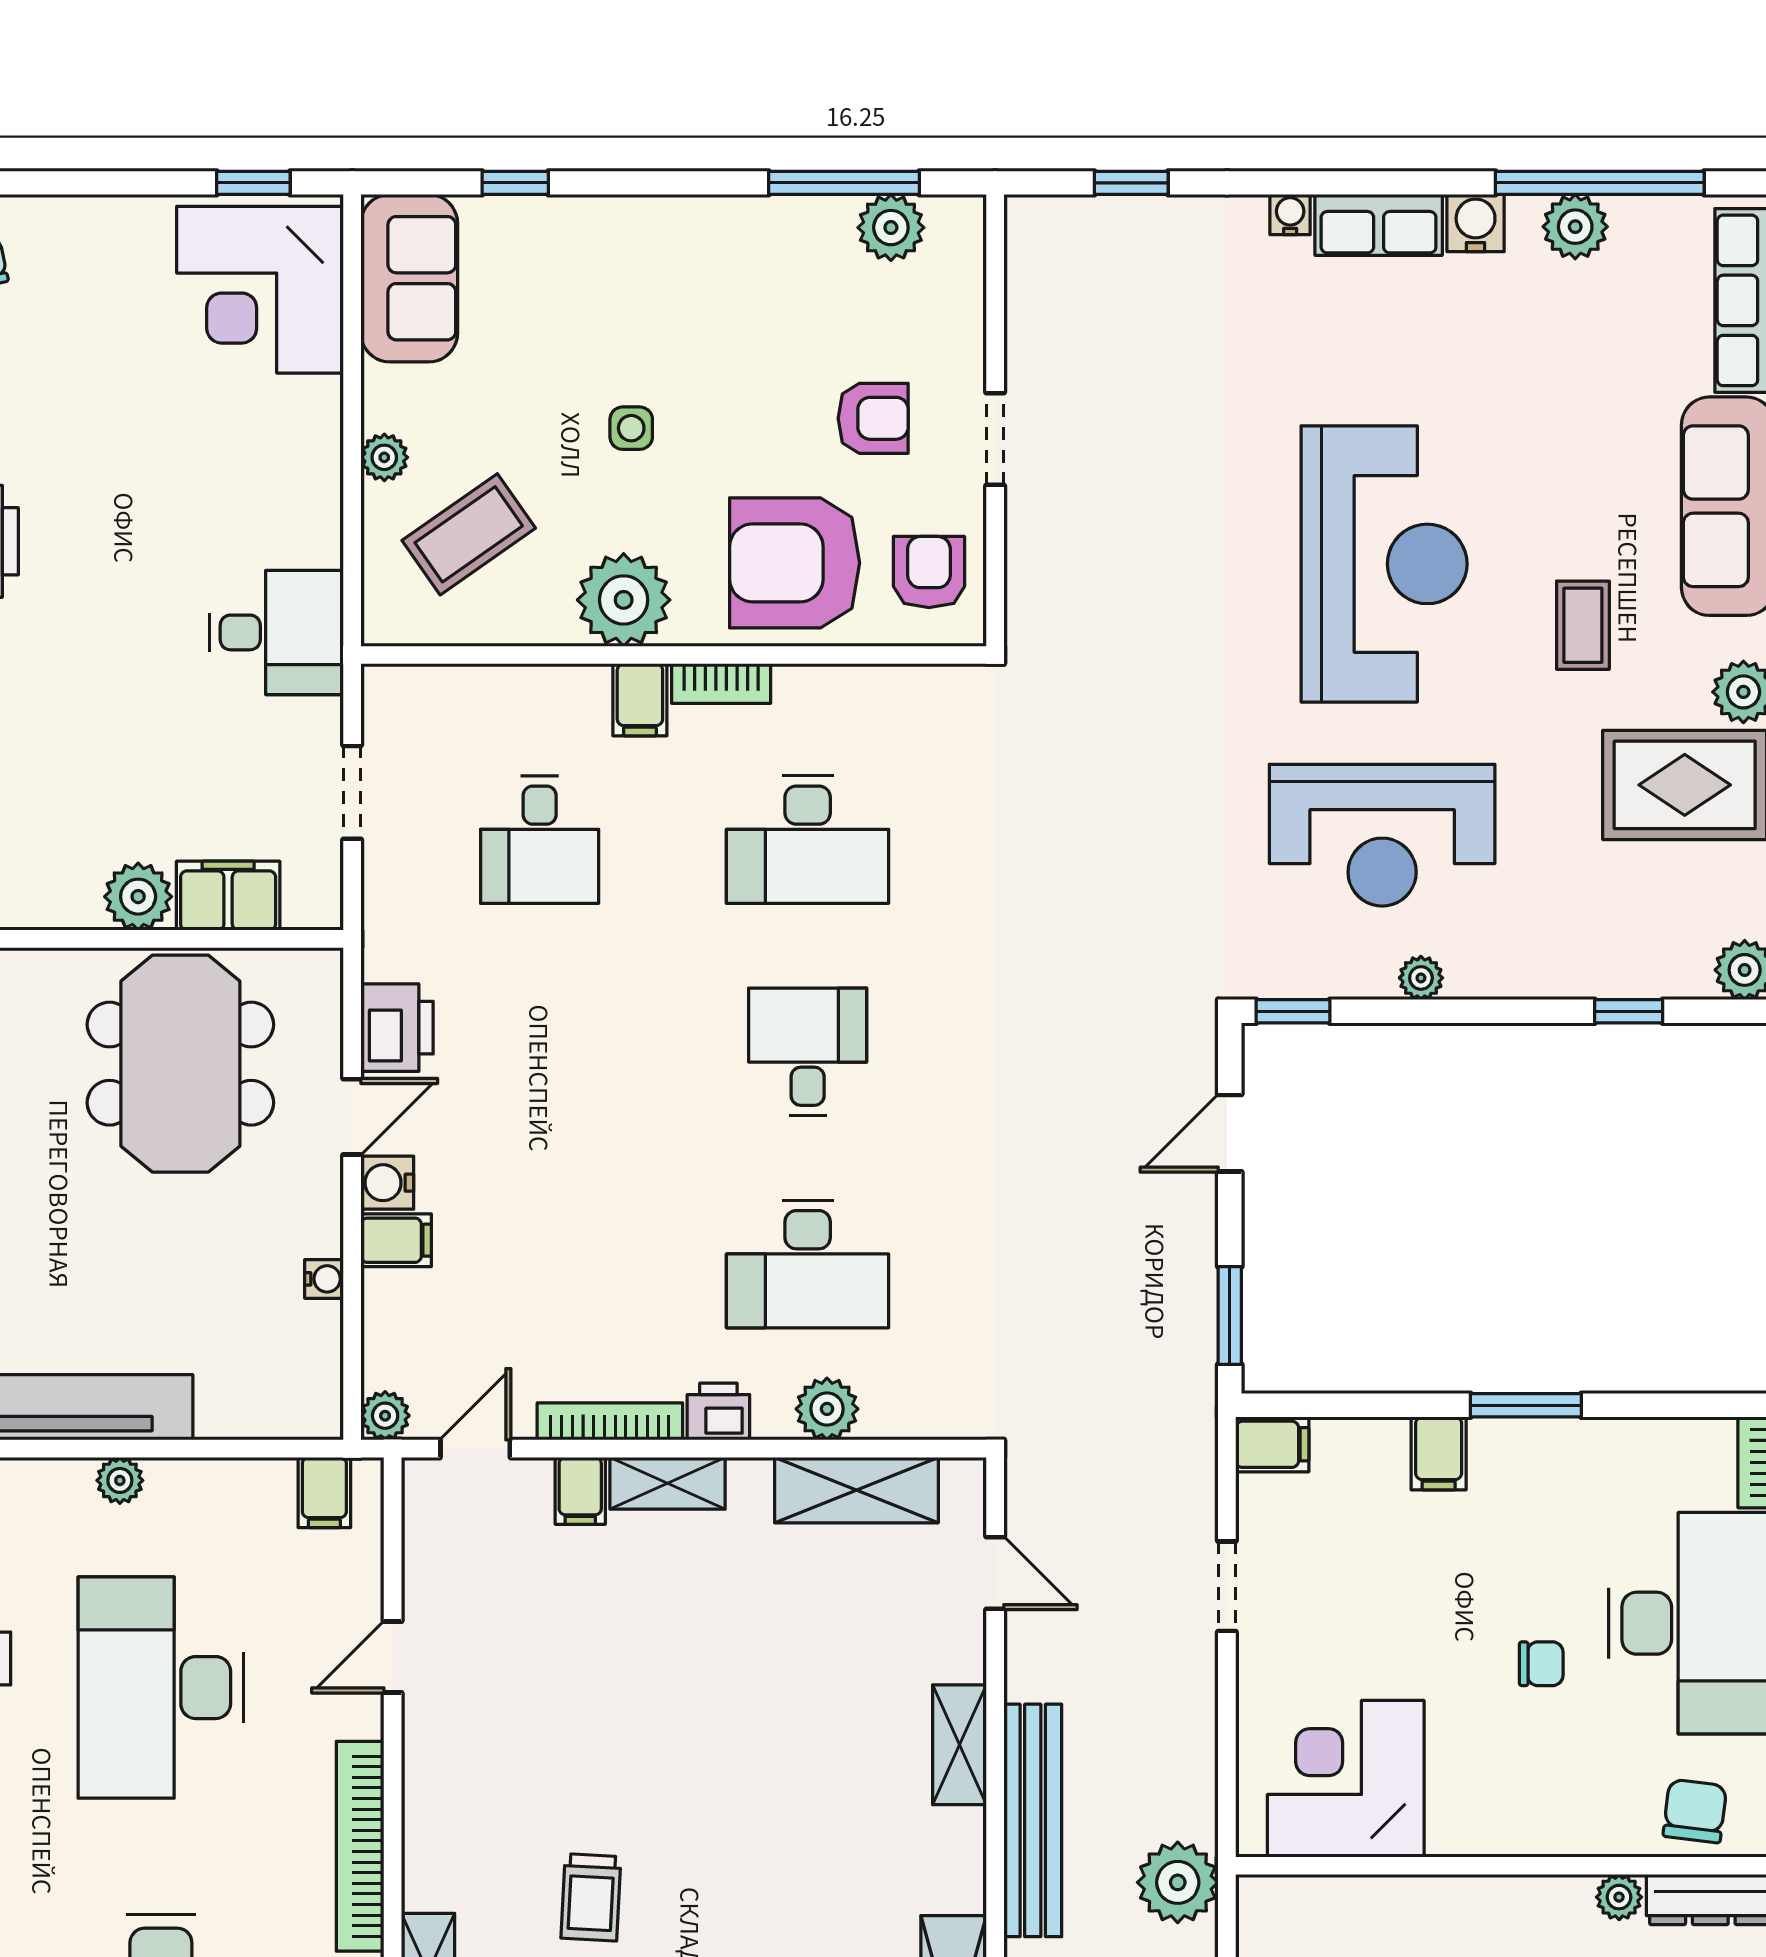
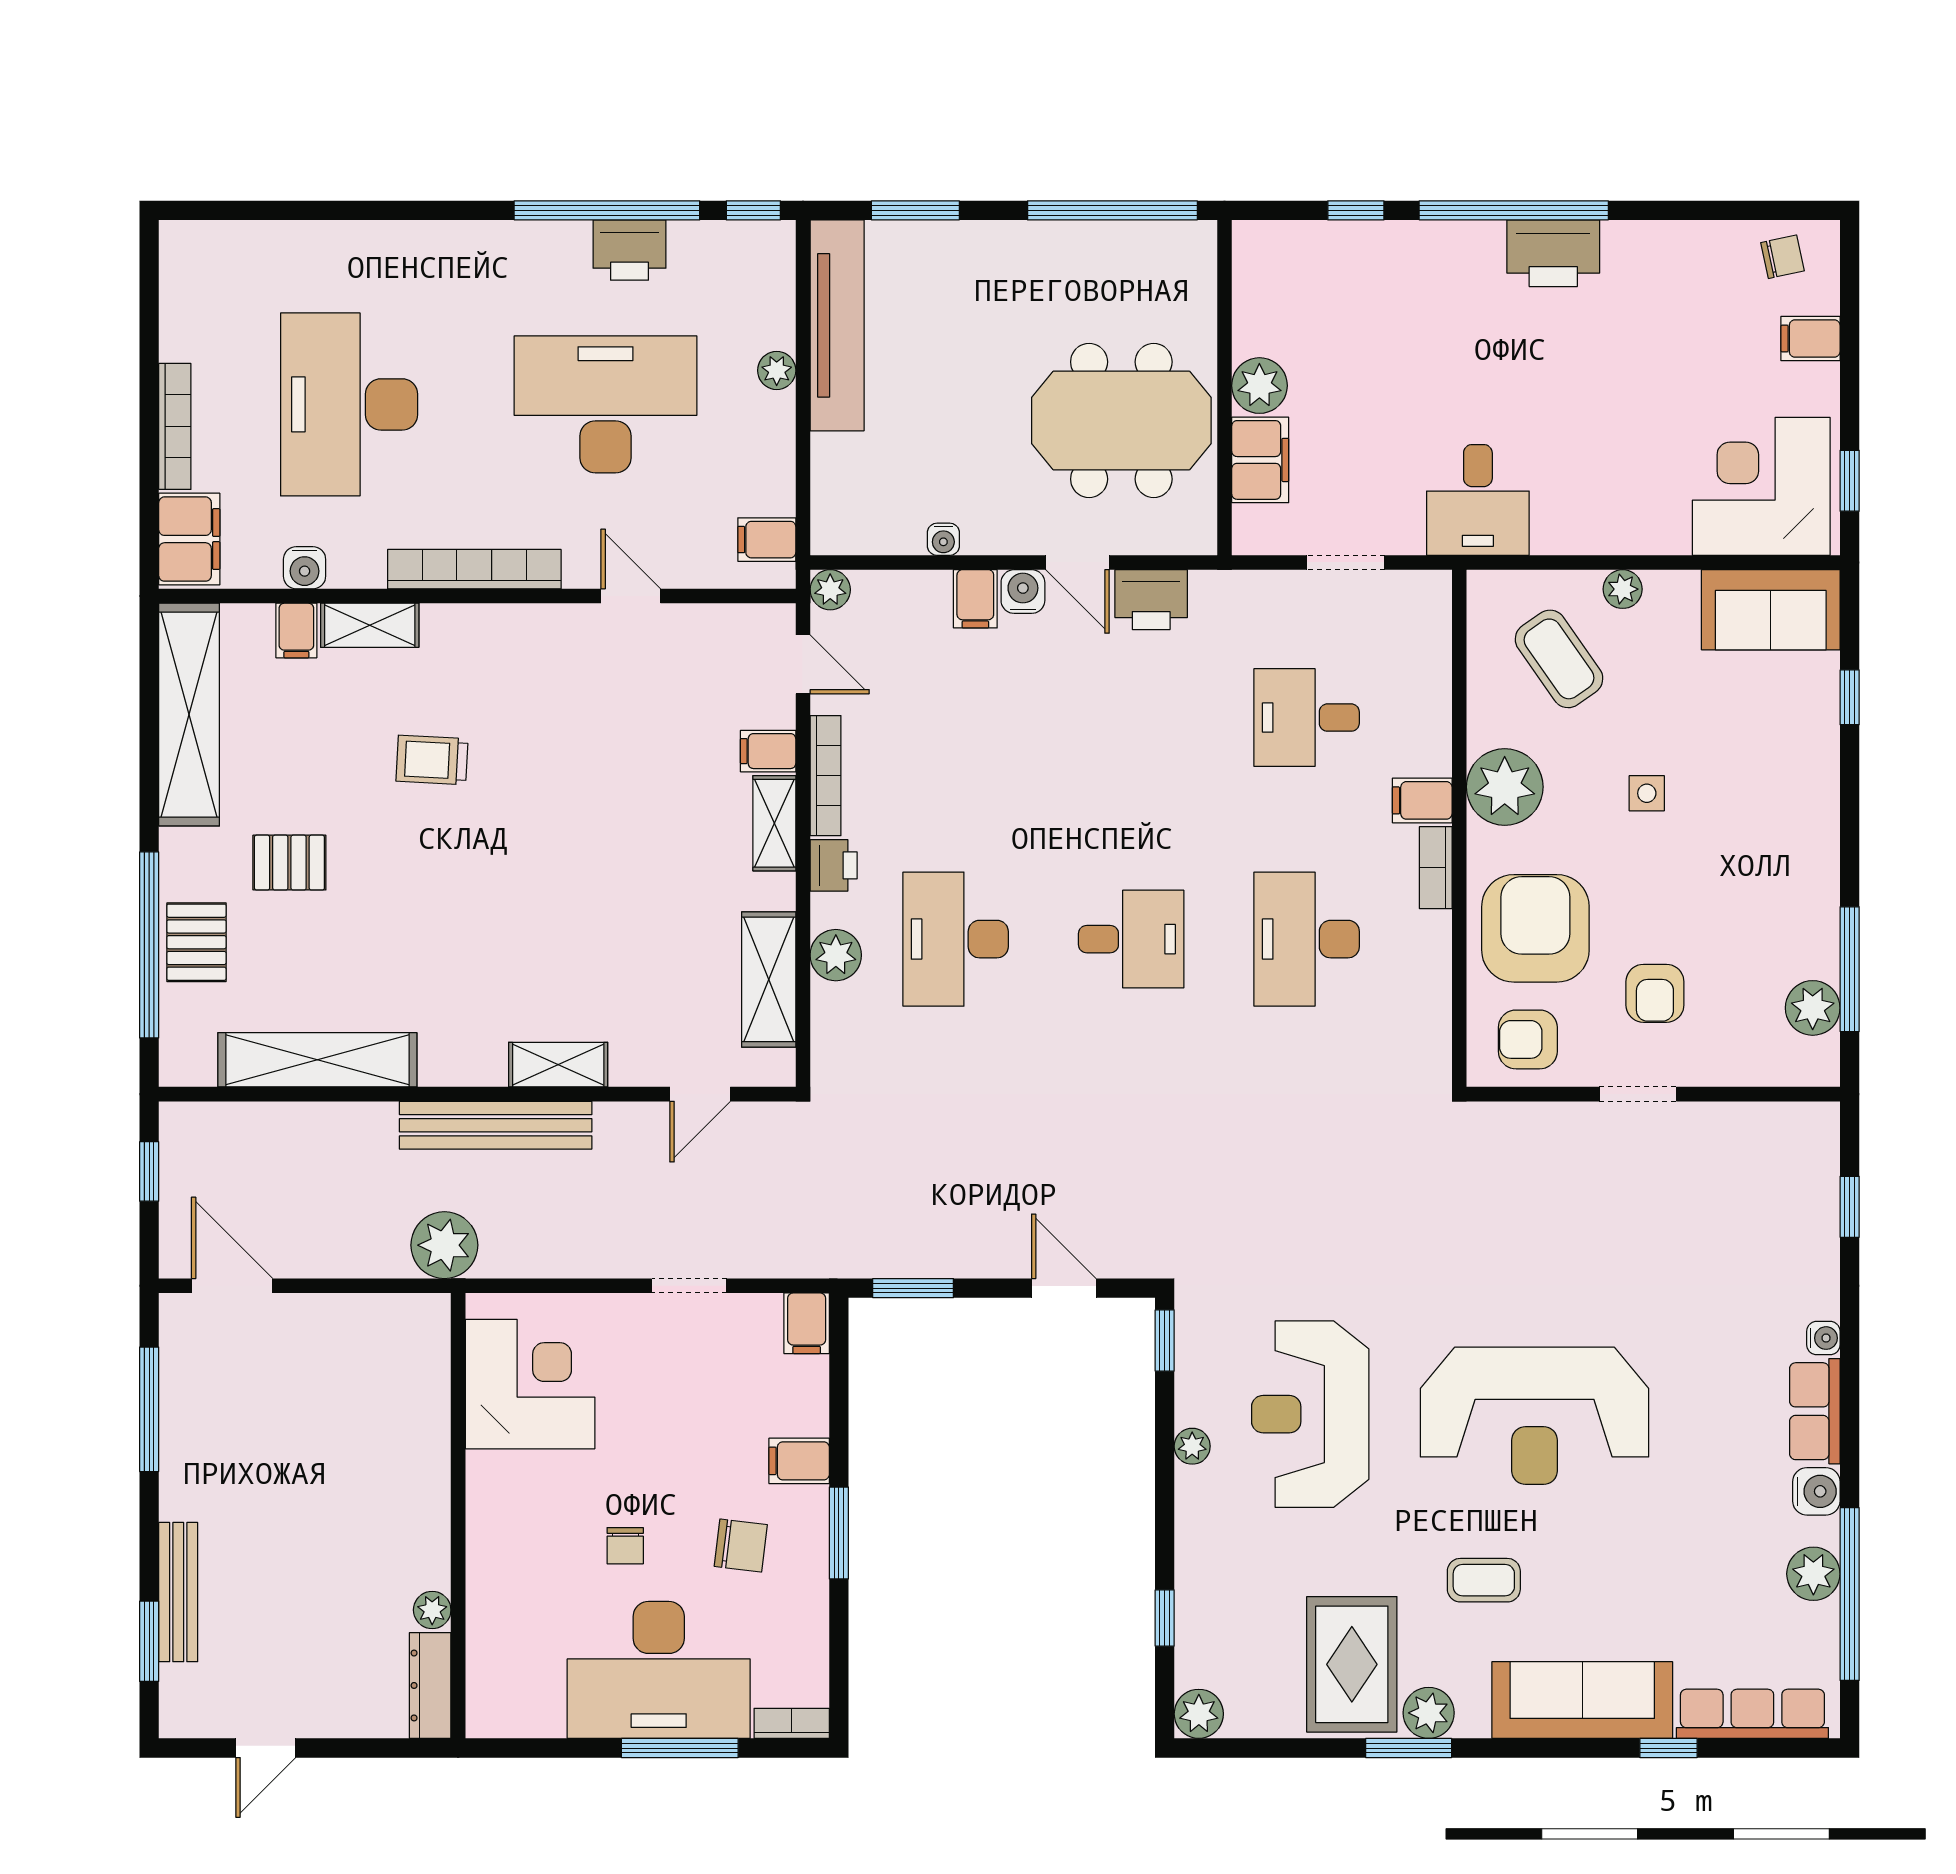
filing cabinet: (81, 230) -> (1811, 338), added
armchair: (929, 572) -> (1528, 1039), turned 180
chair: (1695, 1811) -> (741, 1546), moved

